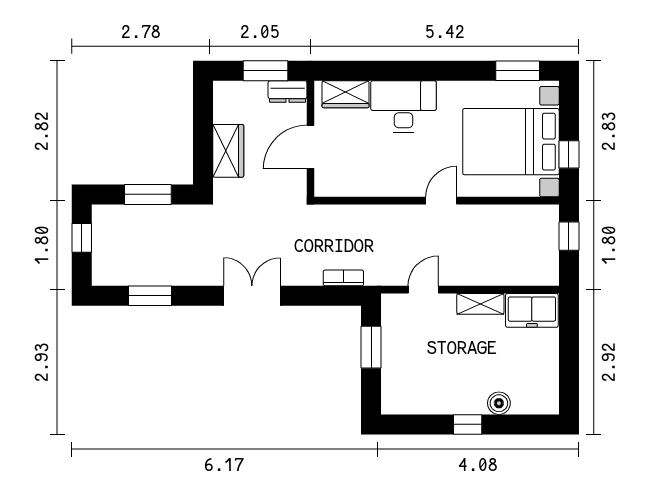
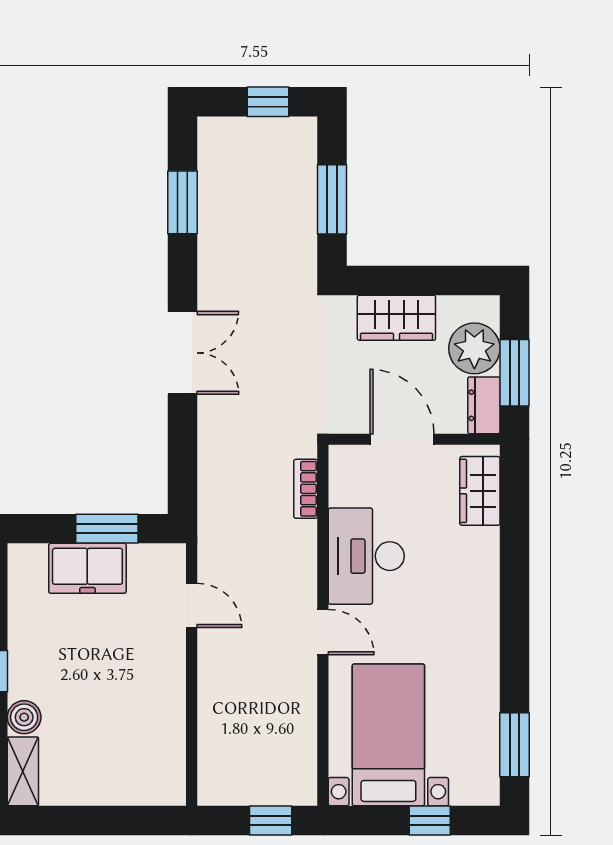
plant: (249, 98) -> (474, 348), added
desk: (404, 106) -> (366, 556), moved, turned 180
bed with nightstands: (511, 142) -> (388, 735), width x0.73
window: (569, 154) -> (430, 820), moved
bookcase: (343, 278) -> (306, 489), moved, turned 180
shelving: (480, 304) -> (23, 771), moved
freezer: (532, 310) -> (87, 568), moved, turned -90

